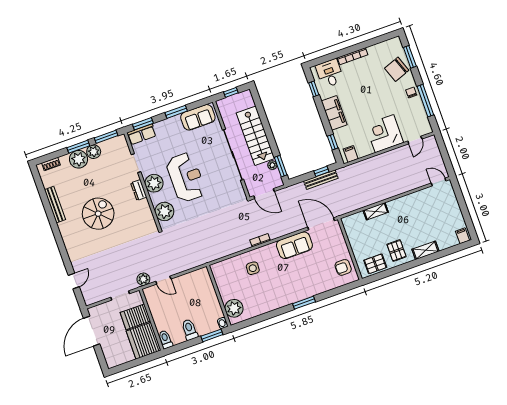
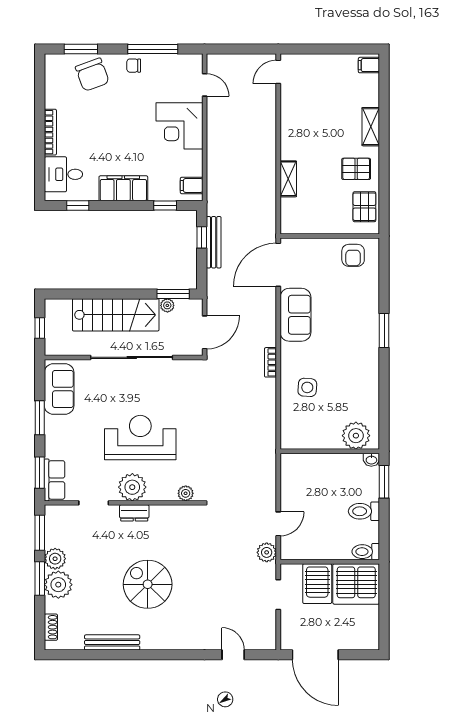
plant: (164, 211) -> (186, 493), width x0.53, depth x0.53

